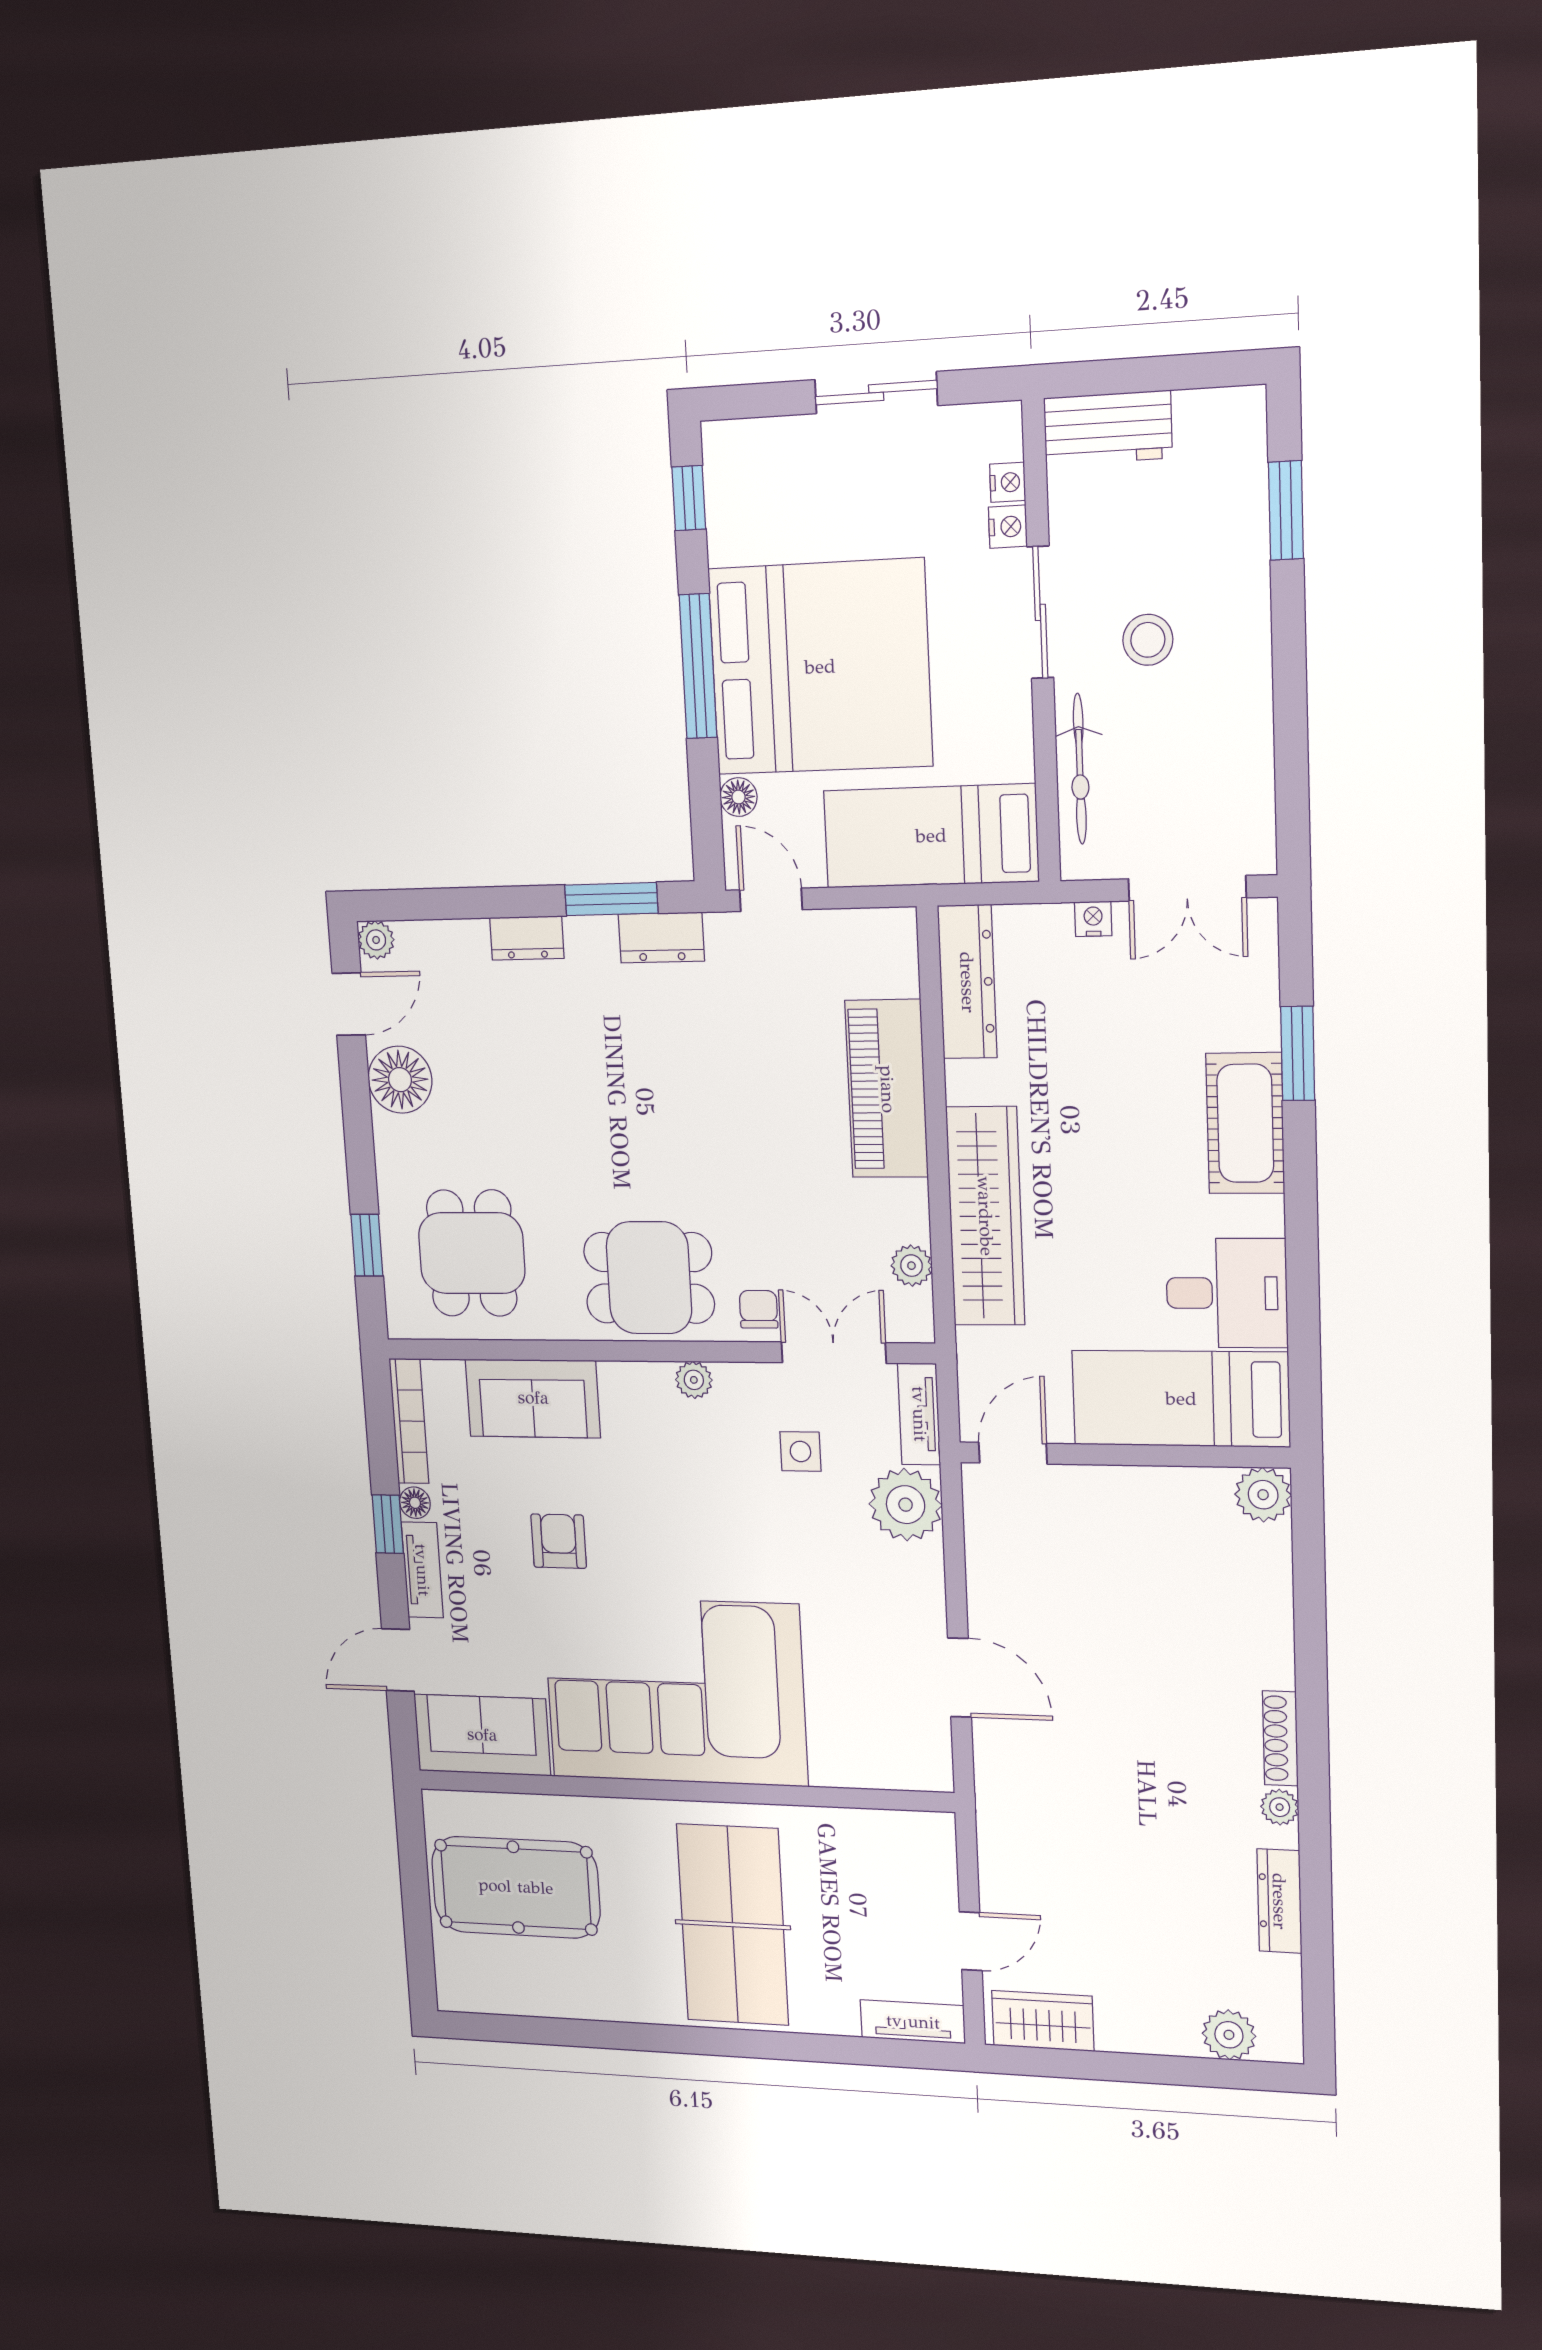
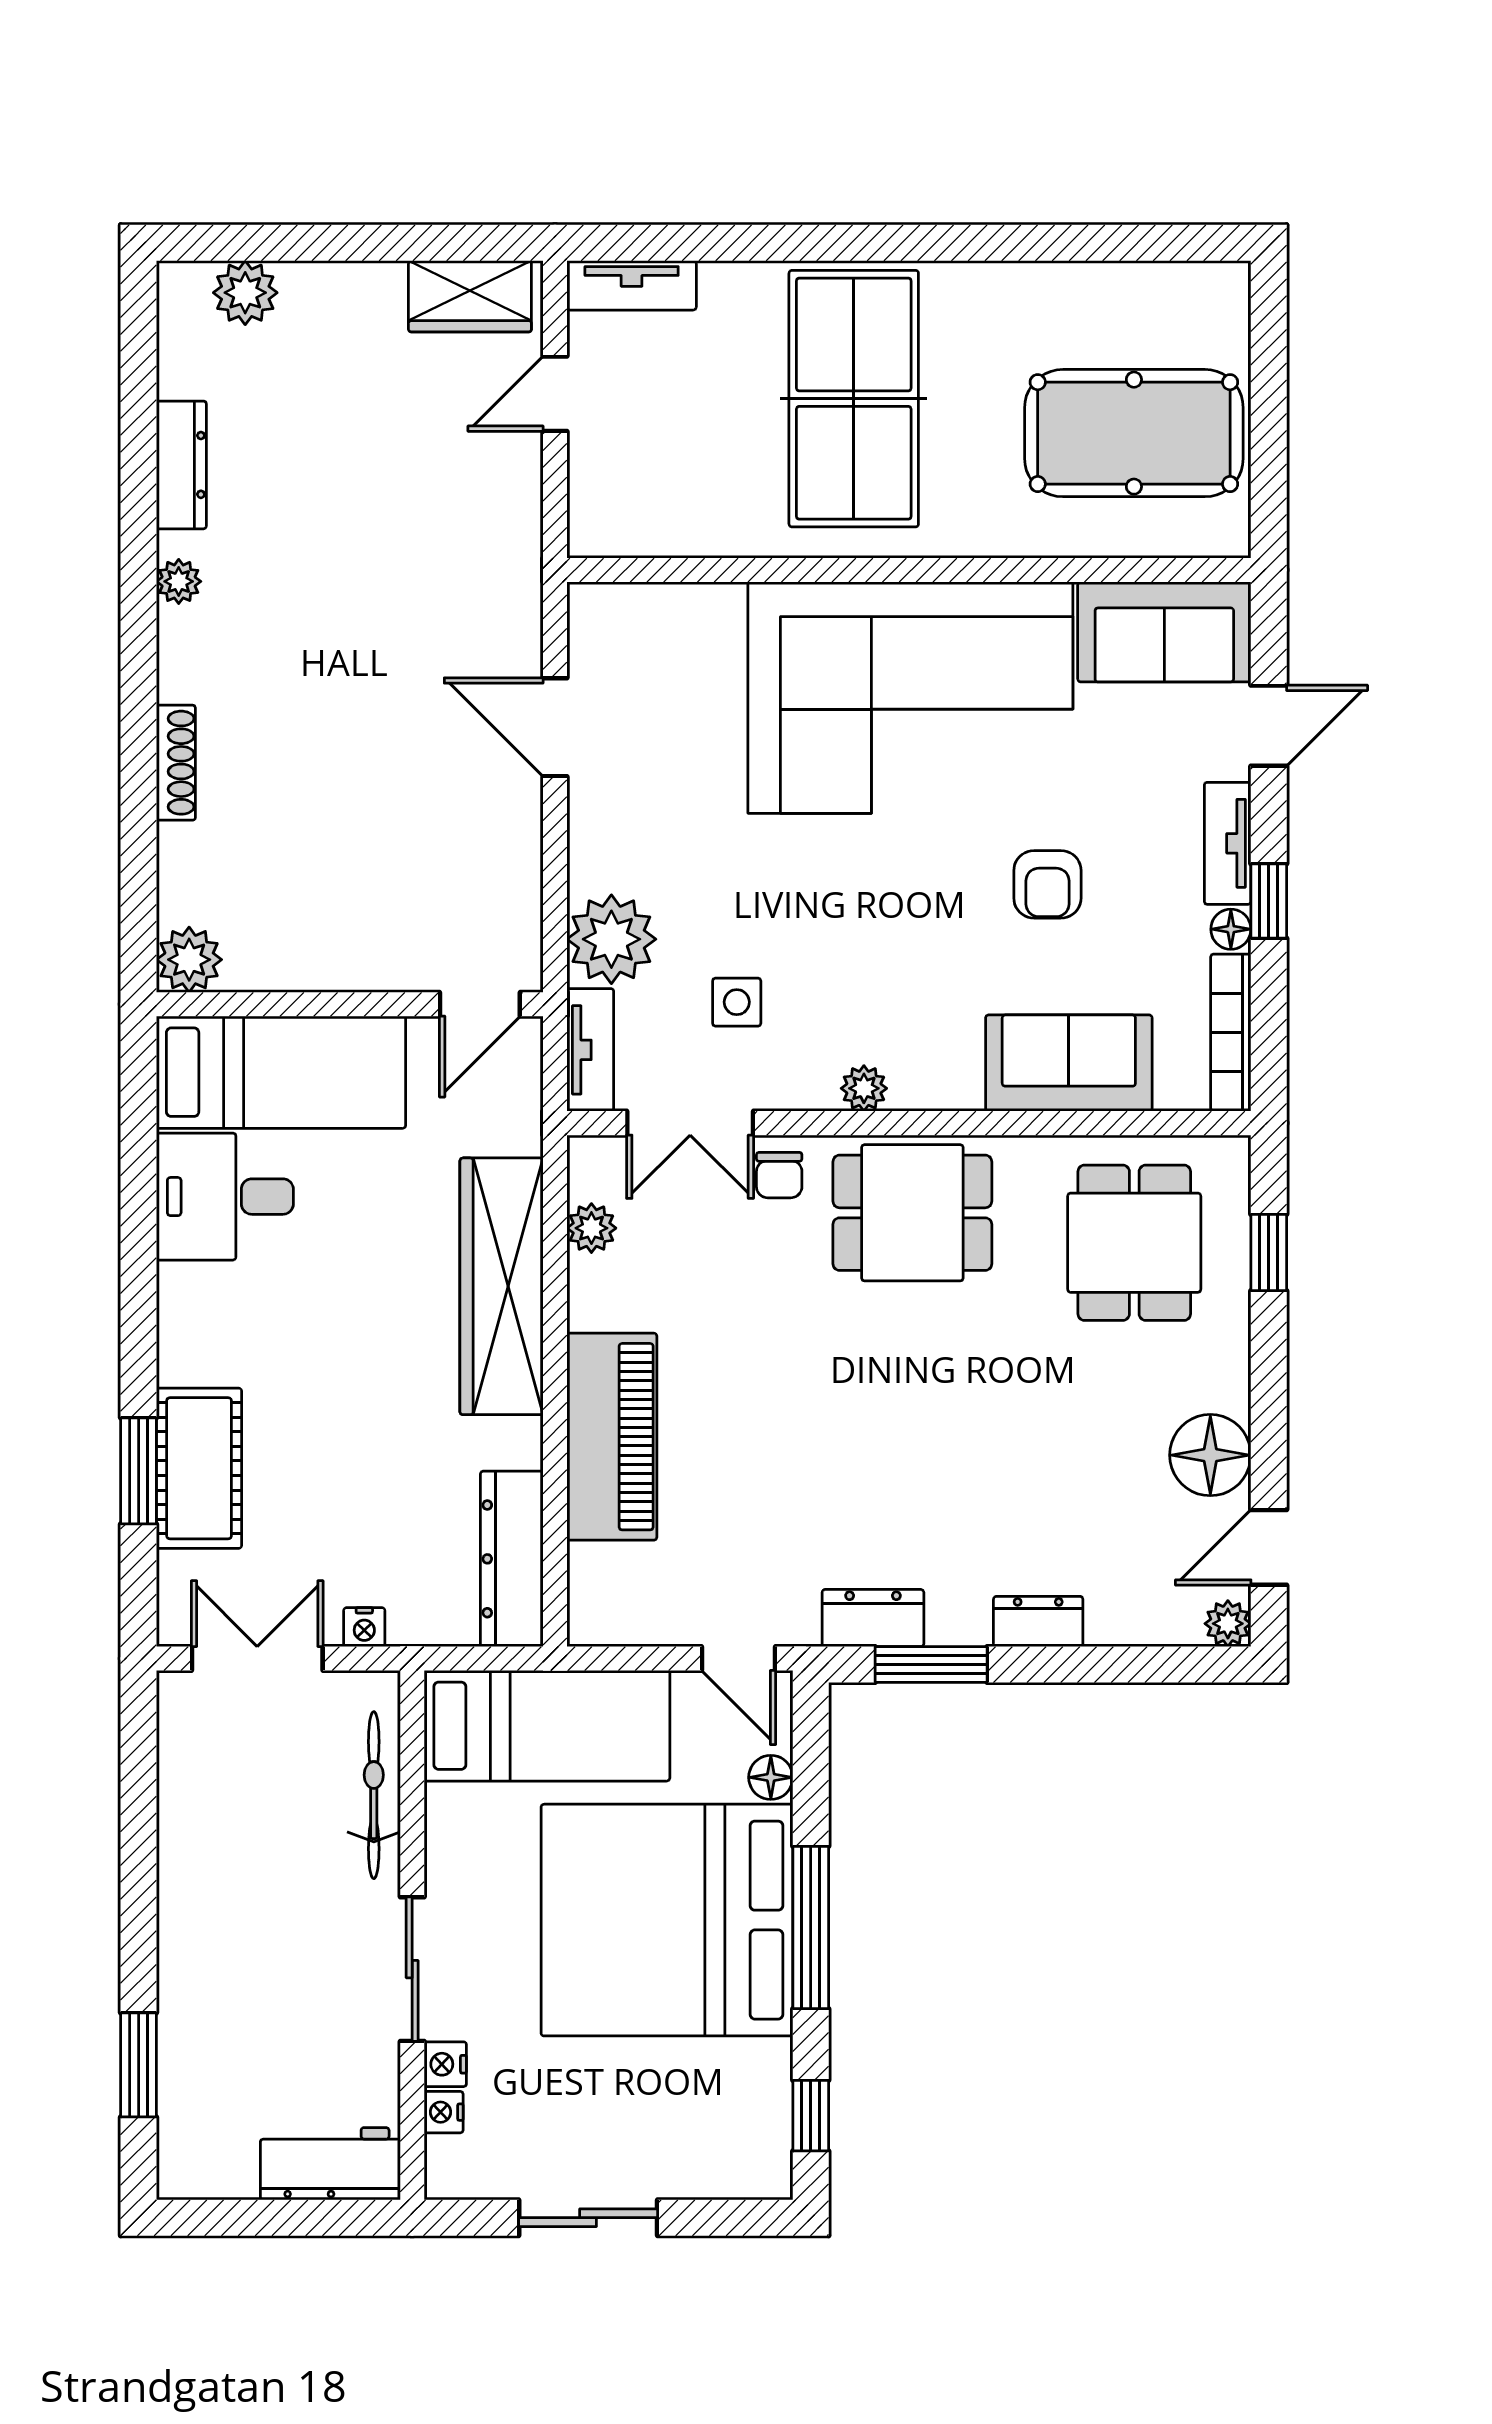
stool: (1148, 640) -> (293, 1934), removed
cot: (1245, 1123) -> (199, 1468), moved
shoe rack: (1280, 1738) -> (176, 763), moved

